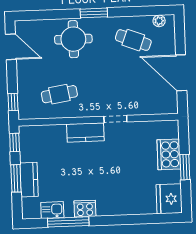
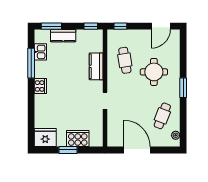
round table: (73, 39) -> (154, 72), moved
door: (181, 73) -> (137, 150), hinge flipped
kitchen counter: (85, 132) -> (96, 66), moved
window: (16, 178) -> (51, 26), moved
cooker: (85, 209) -> (40, 86), moved

